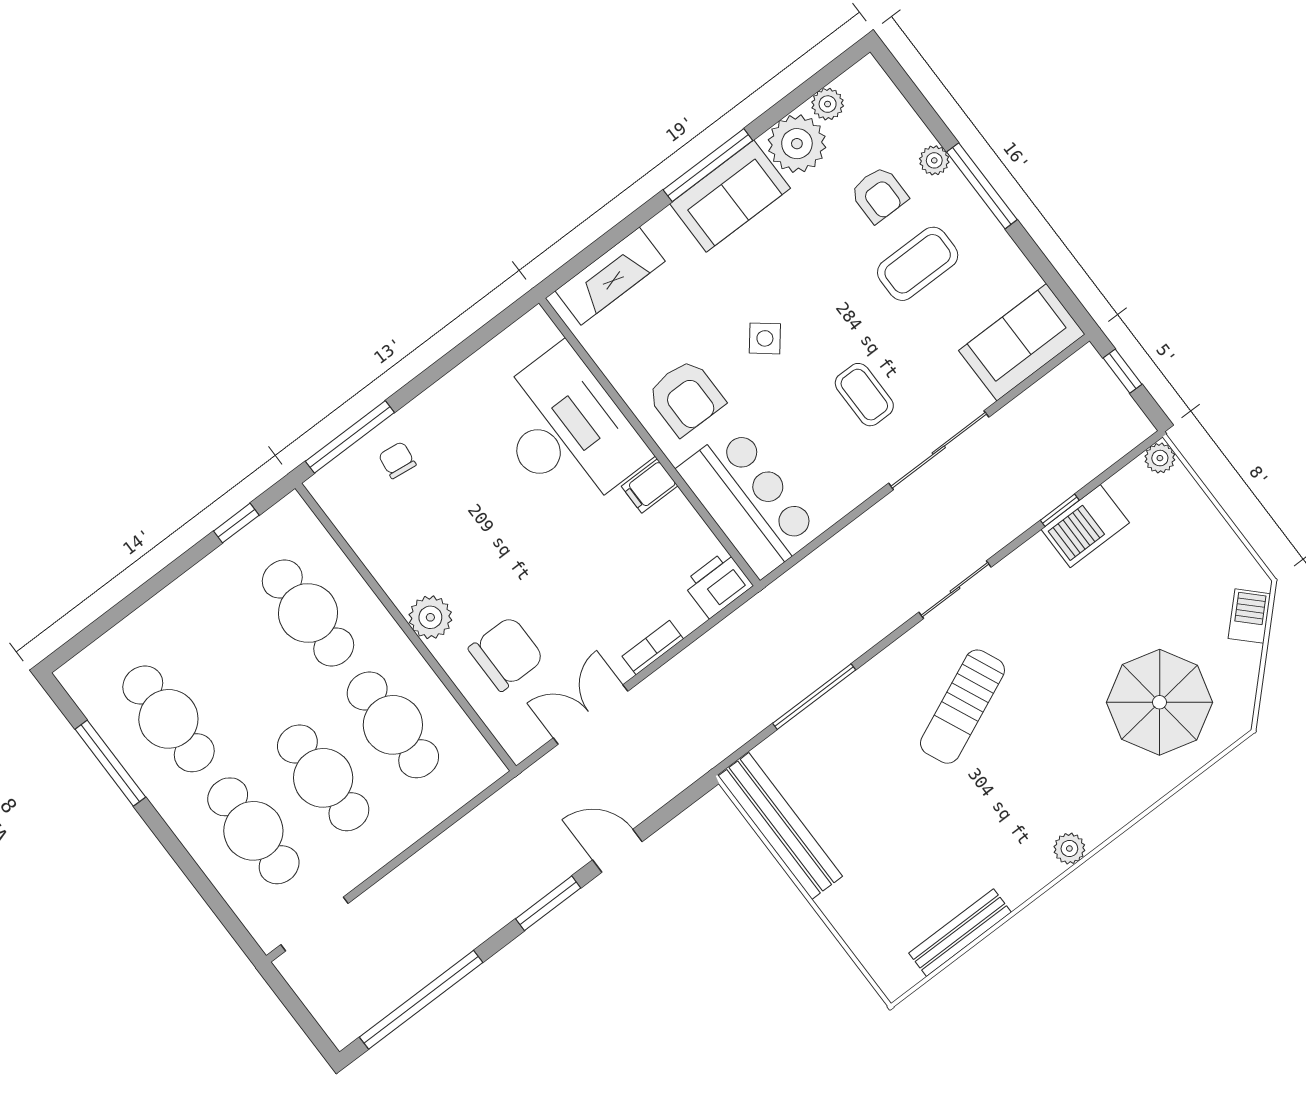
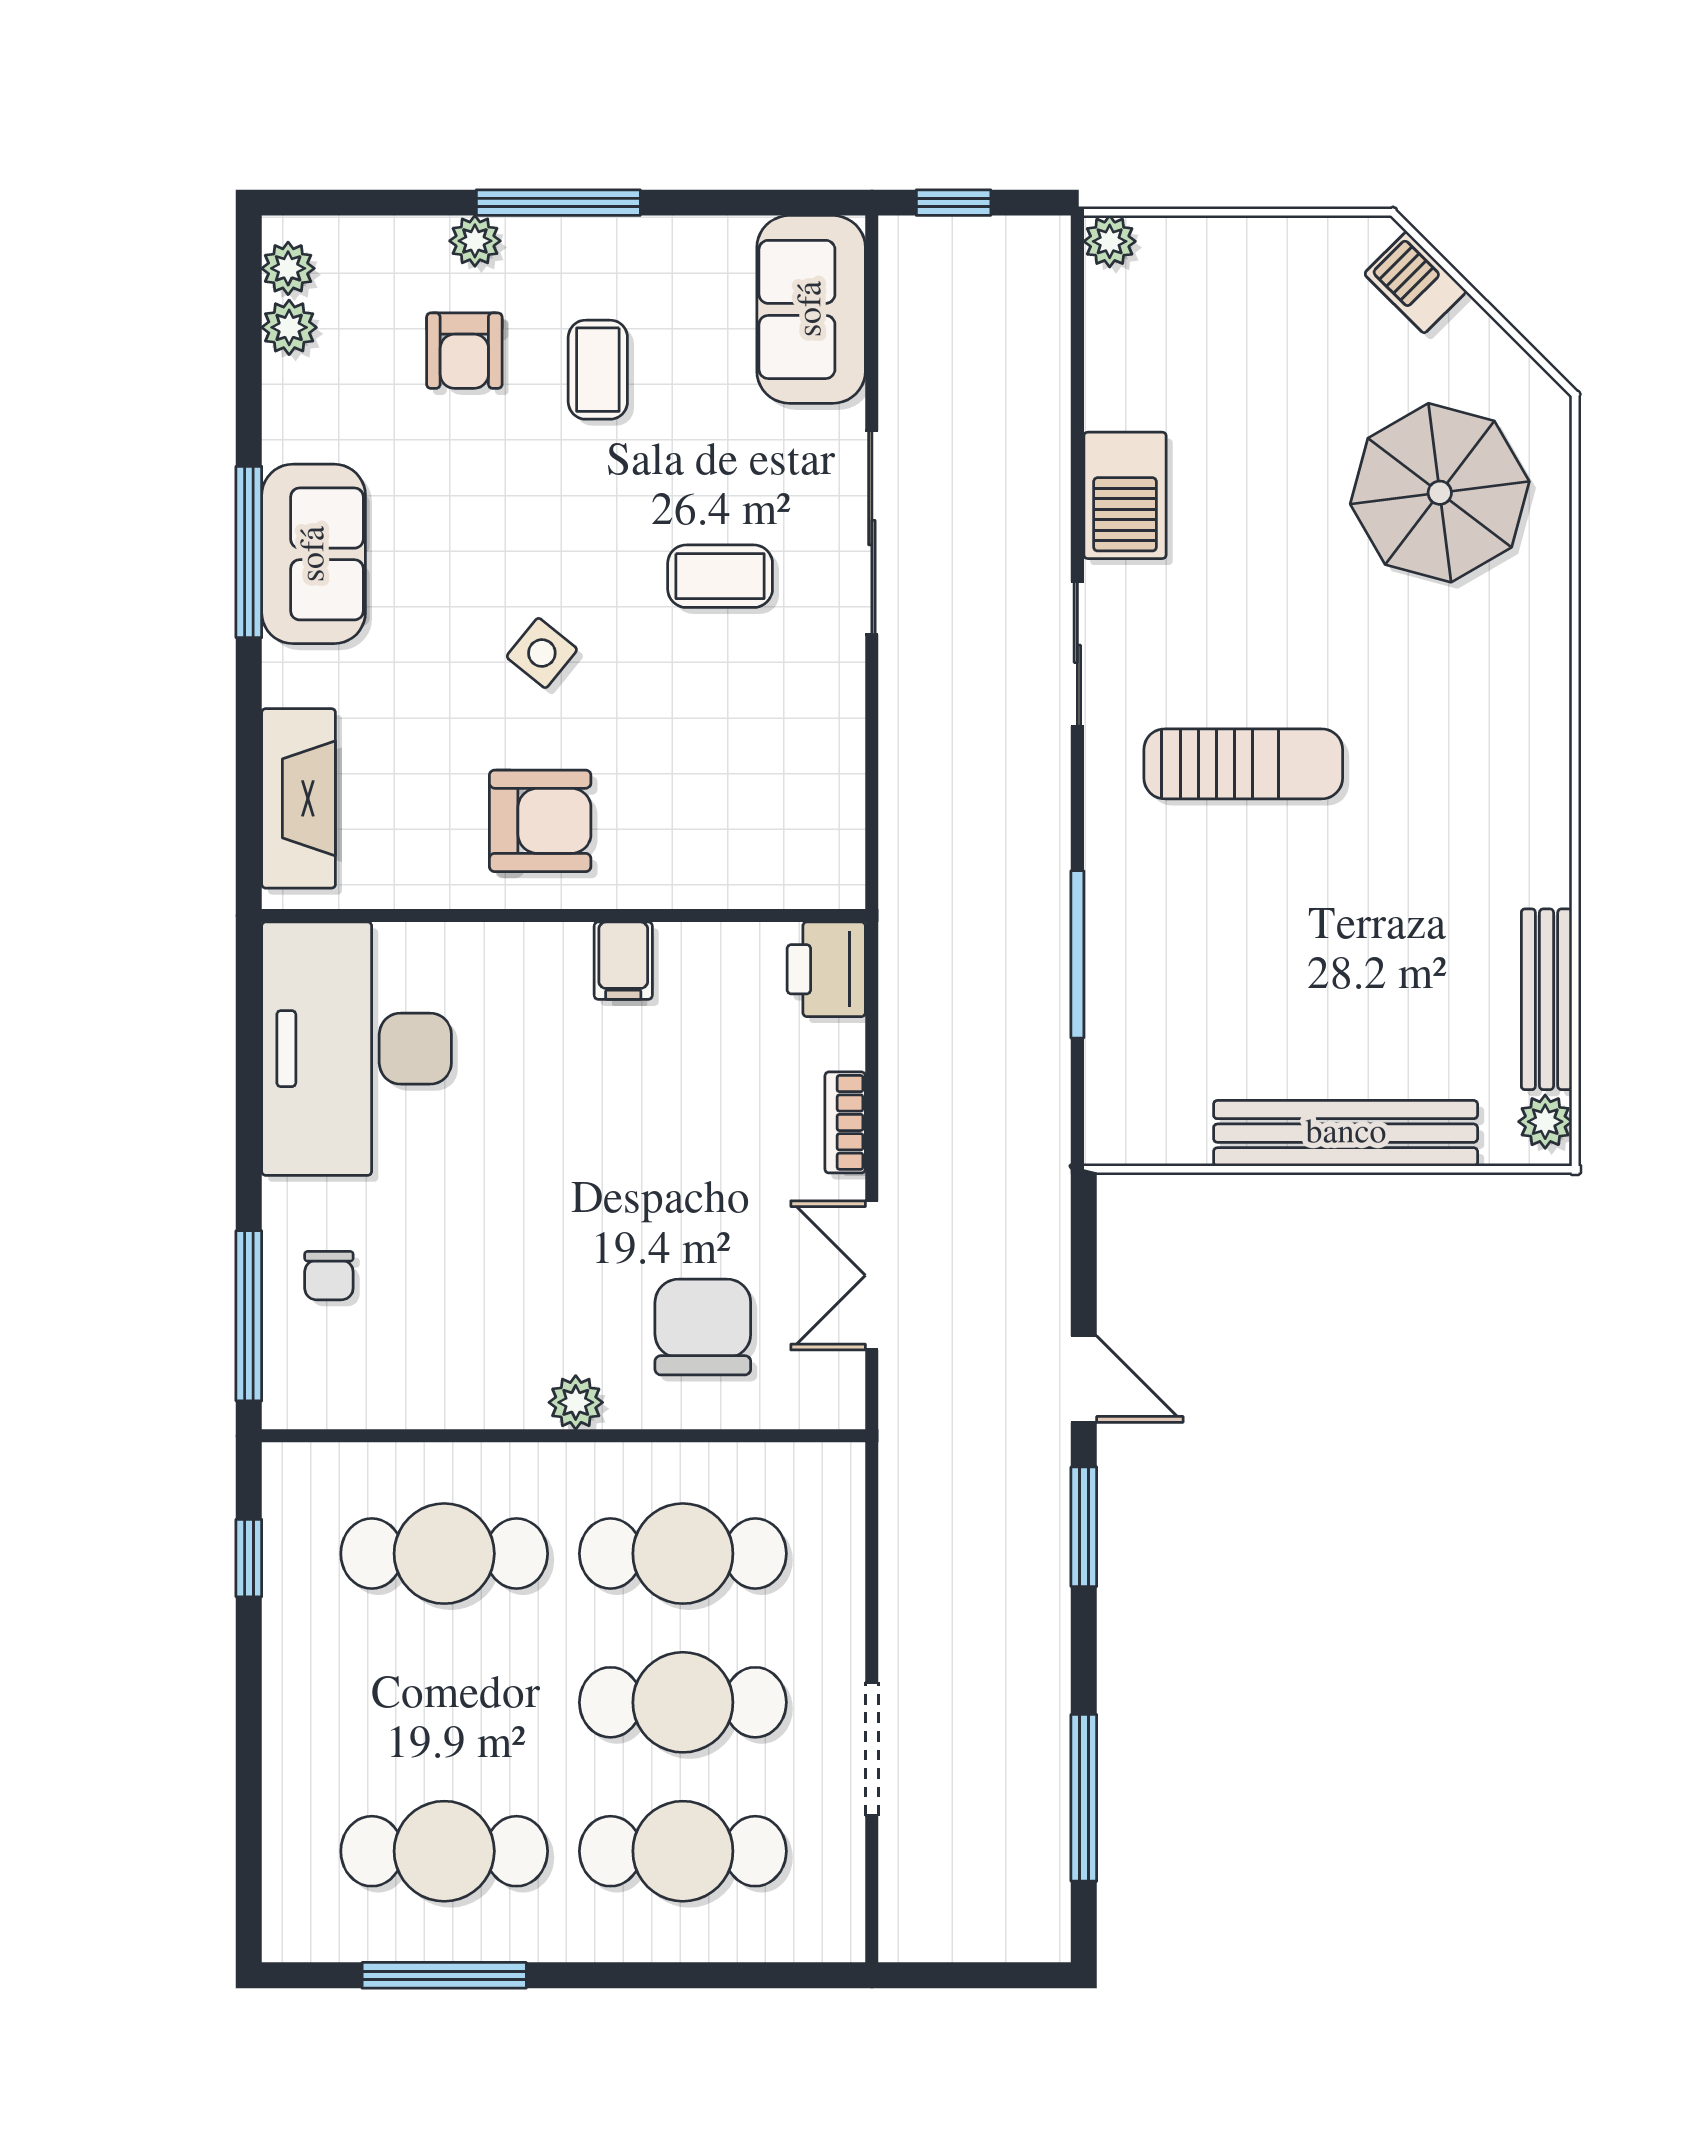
plant: (797, 144) -> (288, 268), moved, width x0.53, depth x0.53
armchair: (879, 194) -> (464, 351), turned 90
coffee table: (918, 264) -> (598, 370), width x0.73, depth x0.77
desk: (566, 431) -> (356, 1049), moved, turned -90
chair: (397, 460) -> (329, 1276), turned -97
bar counter: (749, 501) -> (746, 843), removed
window: (1060, 510) -> (1077, 430), removed
barbecue: (1085, 526) -> (1125, 495), moved
plant: (430, 617) -> (576, 1402), width x0.73, depth x0.73
sun lounger: (962, 707) -> (1243, 764), turned -66
bench: (780, 826) -> (1346, 1133), moved
plant: (1069, 849) -> (1545, 1122), moved
door: (617, 851) -> (1084, 1379), swing flipped
doorway: (315, 924) -> (872, 1749), moved
window: (421, 1000) -> (1084, 1798), width x0.68

